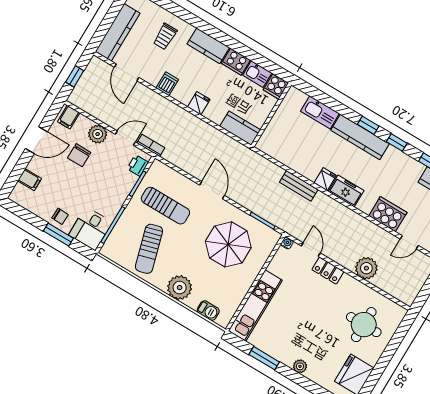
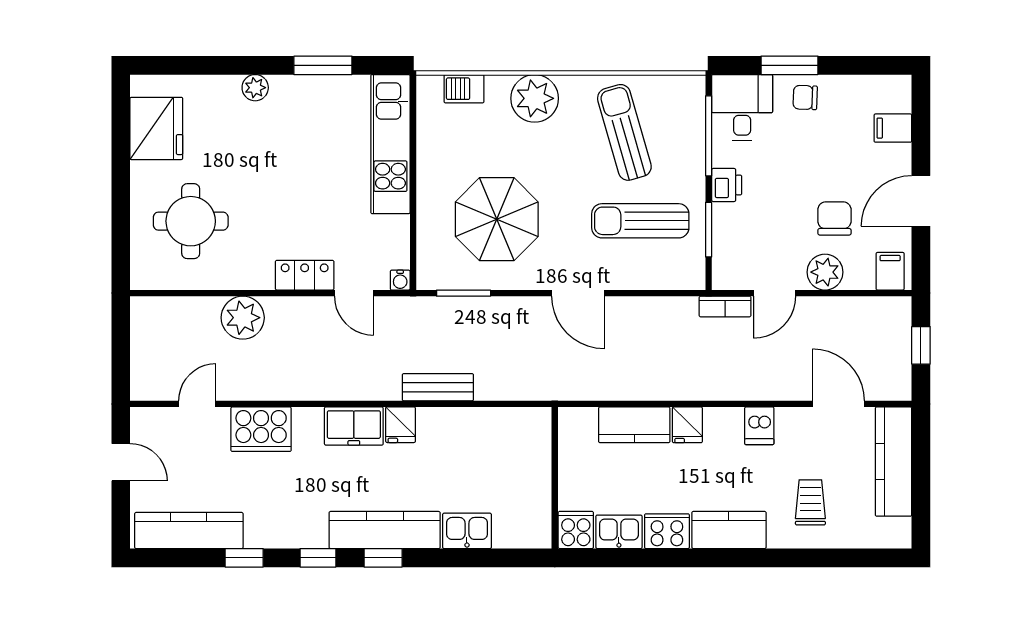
kitchen sink: (320, 112) -> (467, 531), width x0.73
kitchen counter: (240, 128) -> (634, 425), moved
printer: (138, 165) -> (727, 185), moved

